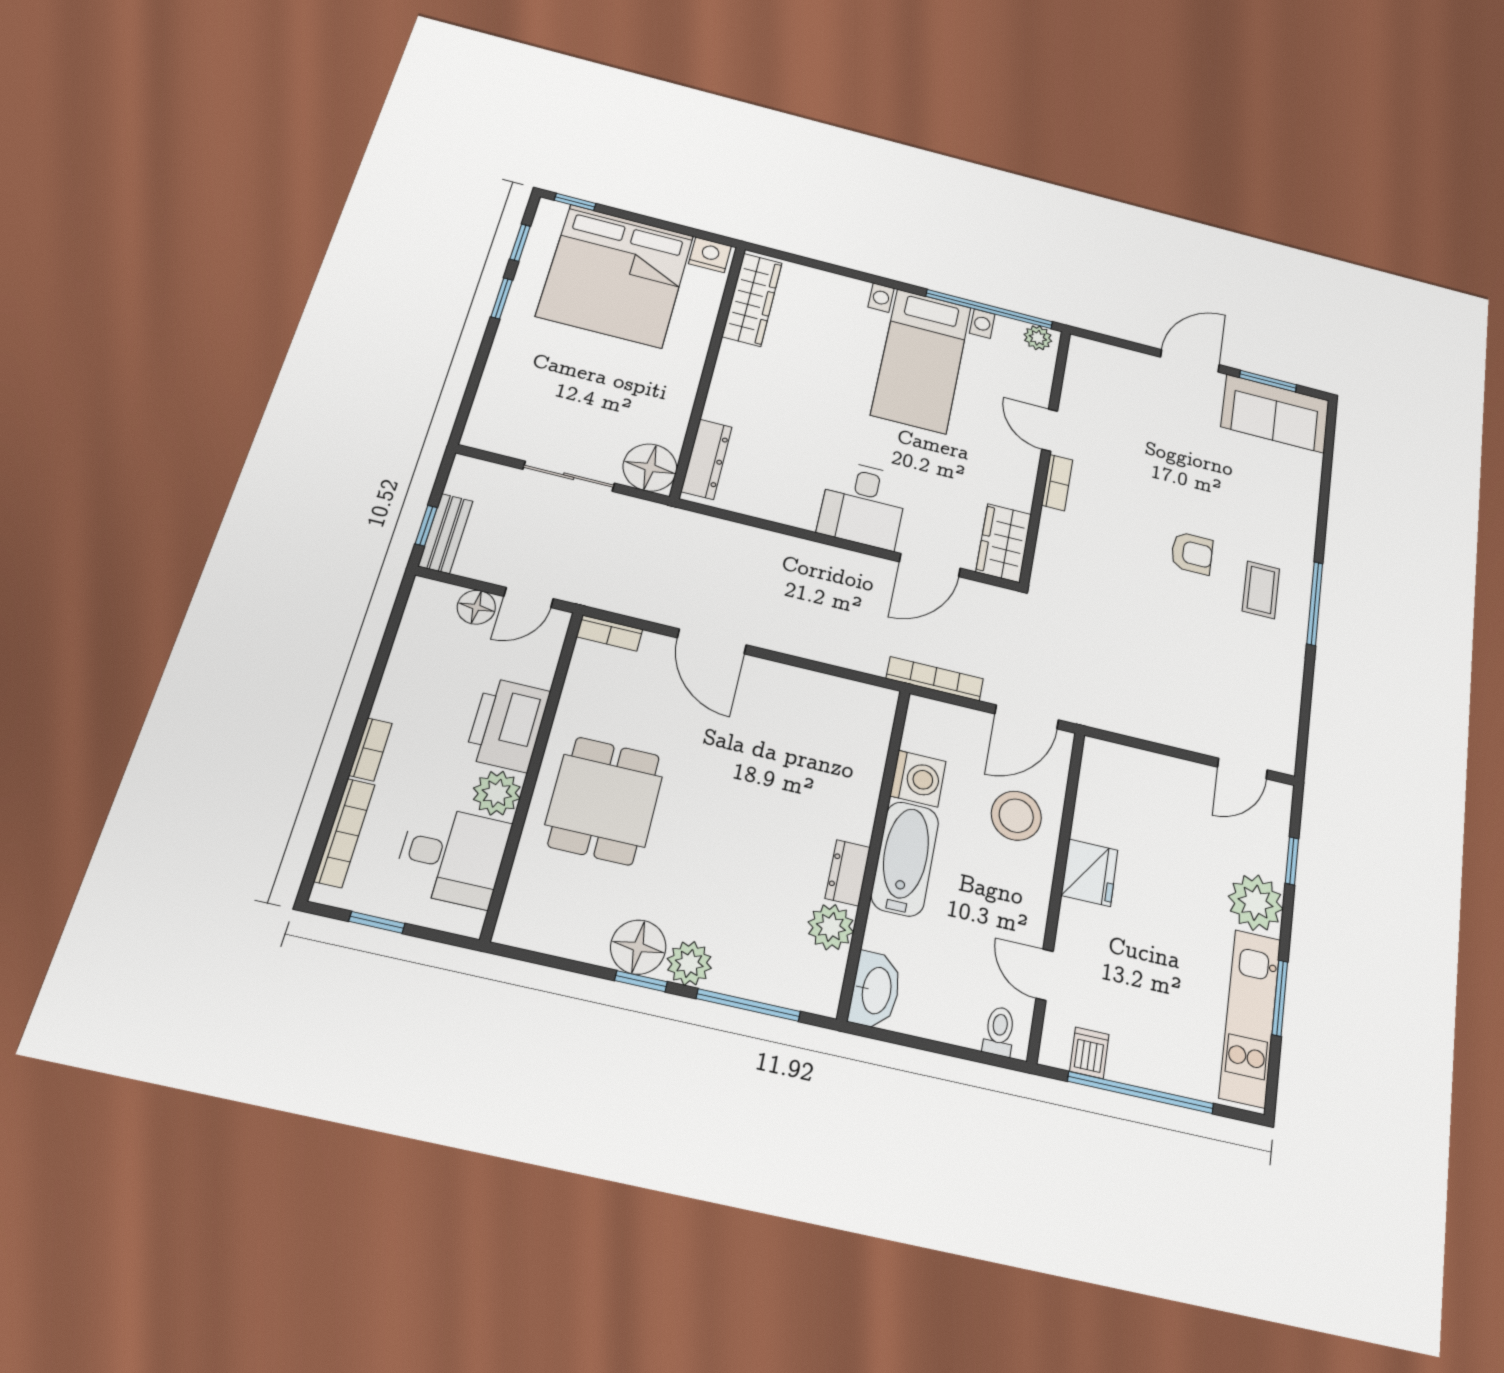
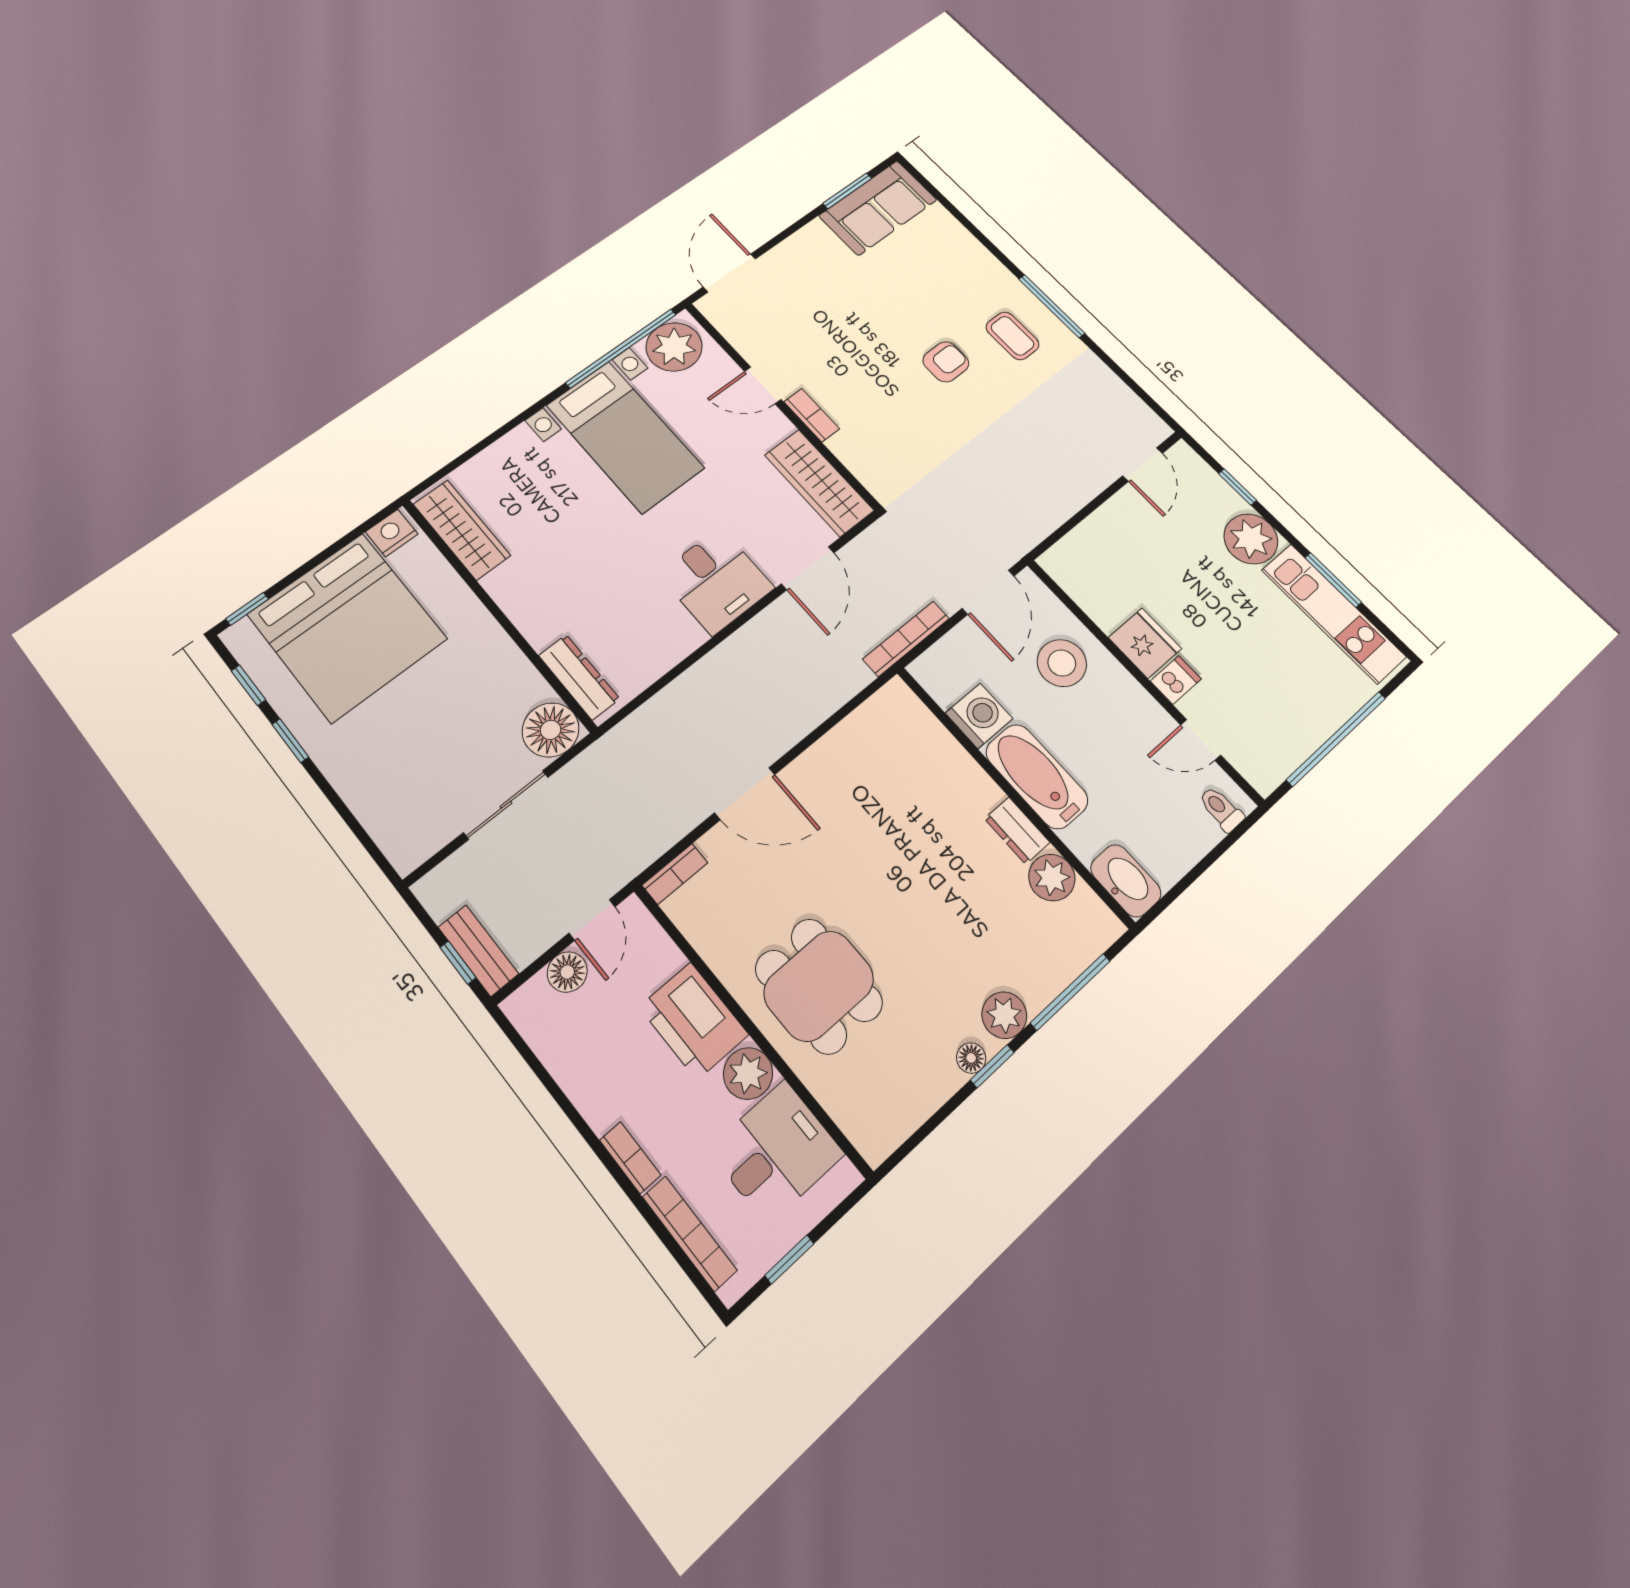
plant: (1038, 338) -> (674, 347), width x1.88, depth x1.88
door: (1190, 361) -> (729, 273), moved
wardrobe: (1004, 543) -> (819, 483), width x1.50
floor lamp: (638, 947) -> (971, 1058), width x0.53, depth x0.53
dishwasher: (1089, 1053) -> (1176, 680), moved, turned 90

